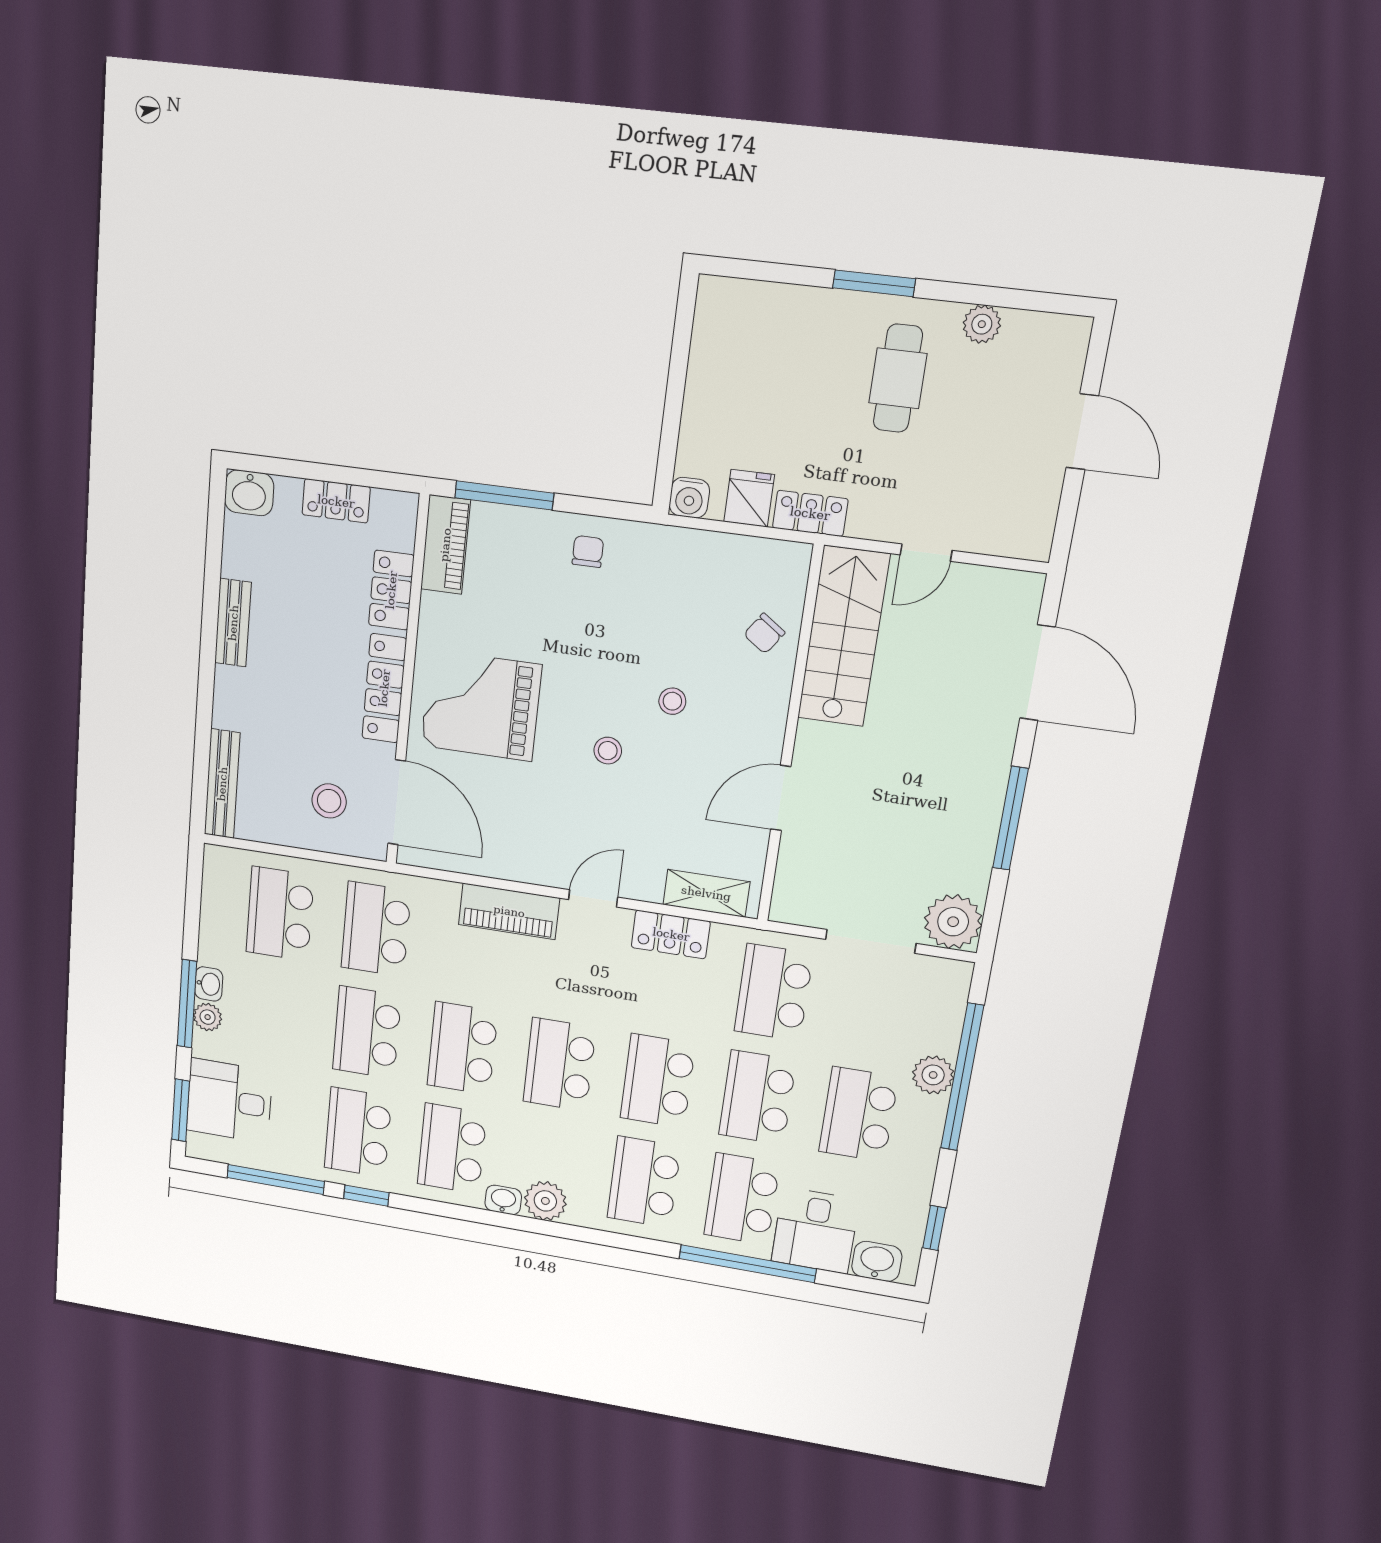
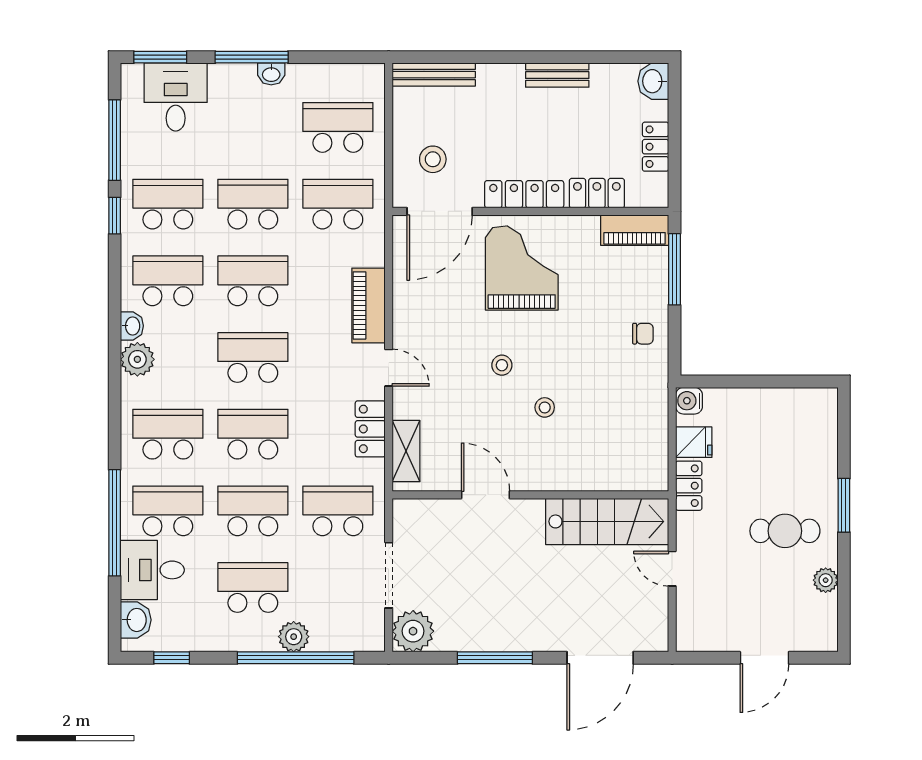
chair: (764, 633) -> (602, 466), removed
plant: (208, 1017) -> (243, 75), removed

